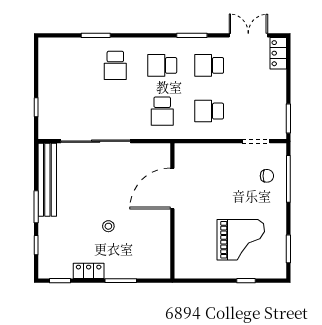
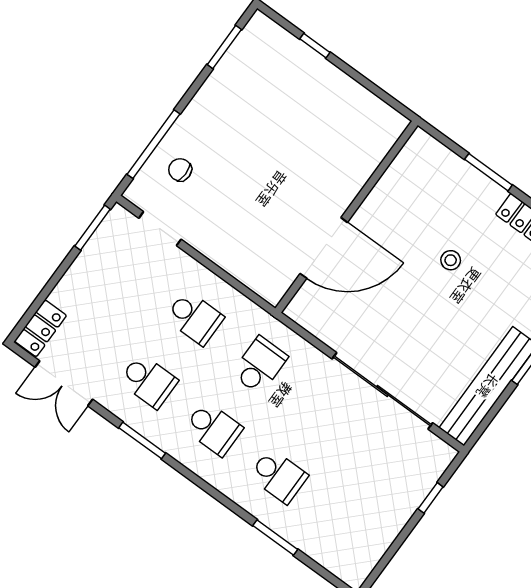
school desk: (115, 65) -> (279, 476), turned 90
grand piano: (241, 240) -> (281, 108), removed

